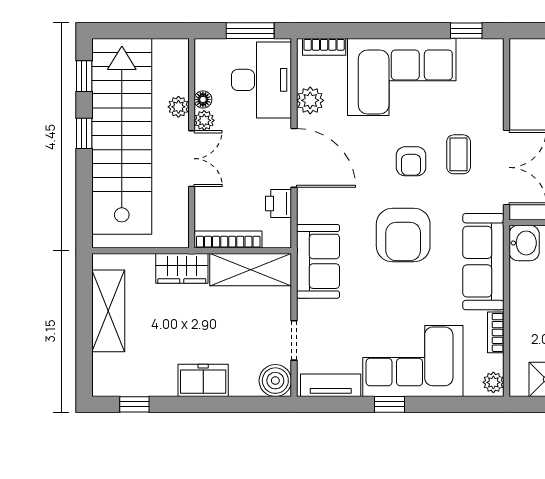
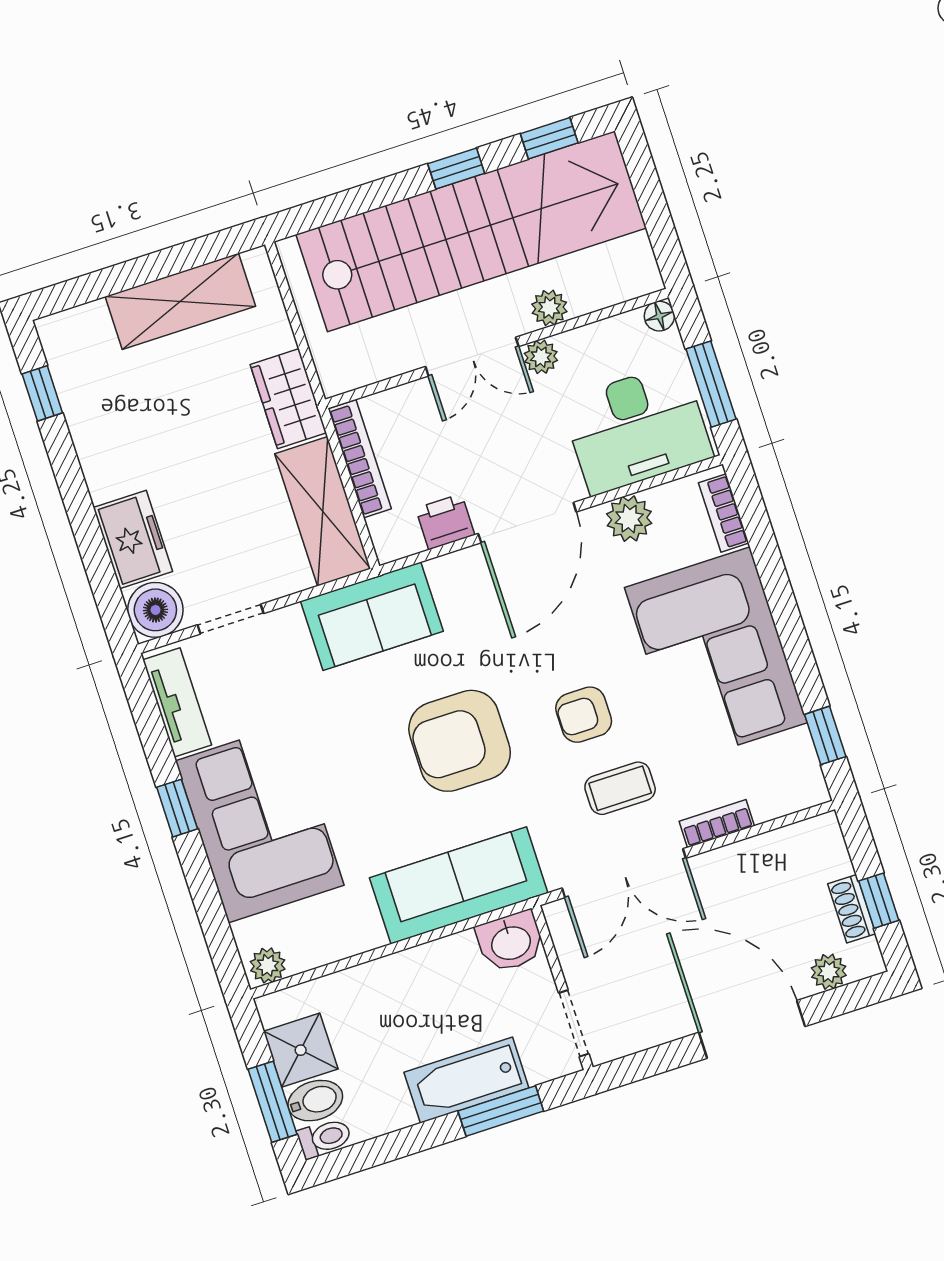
floor lamp: (203, 99) -> (659, 316), moved
bookcase: (496, 332) -> (717, 824), moved
freezer: (203, 380) -> (133, 540), moved

